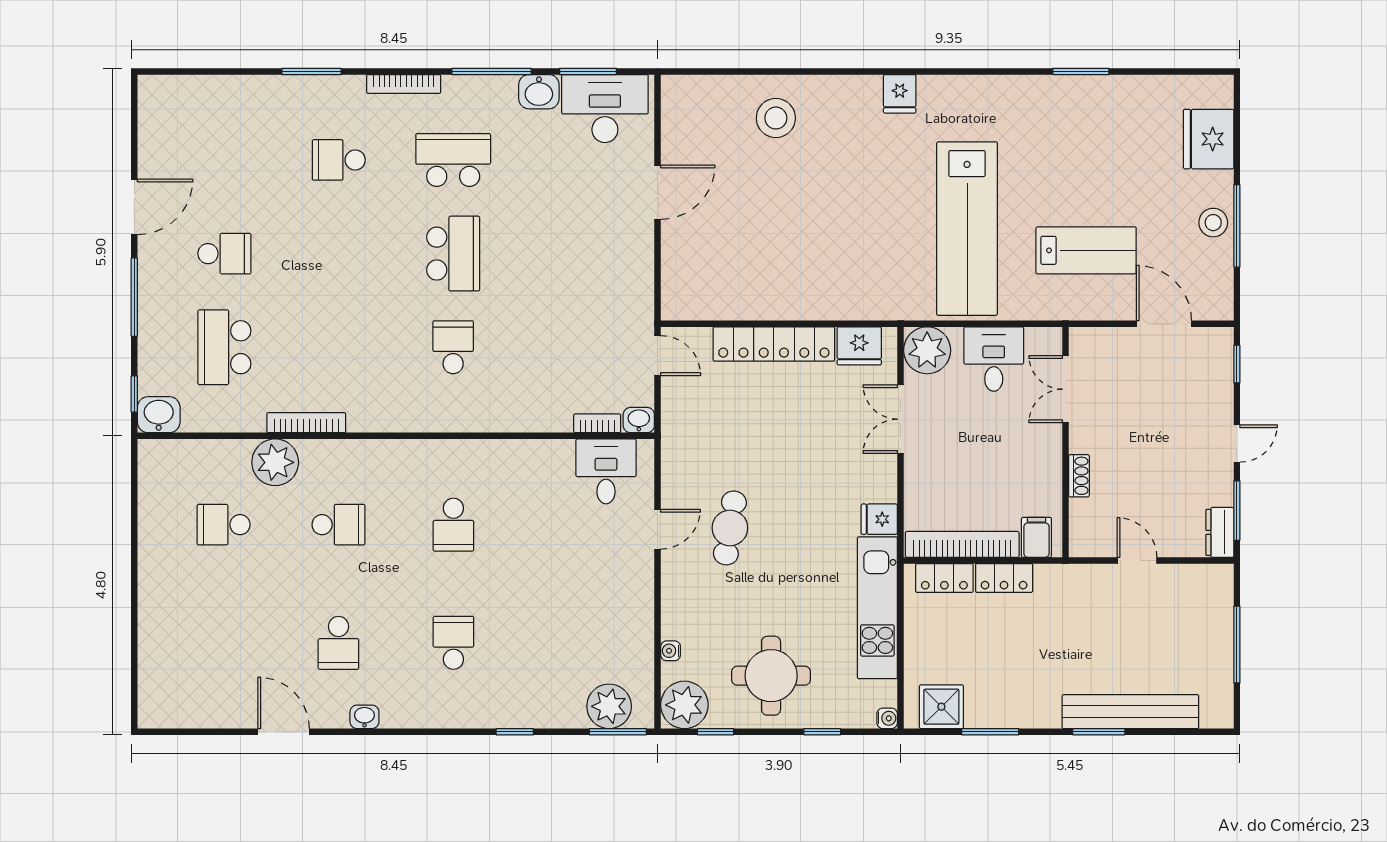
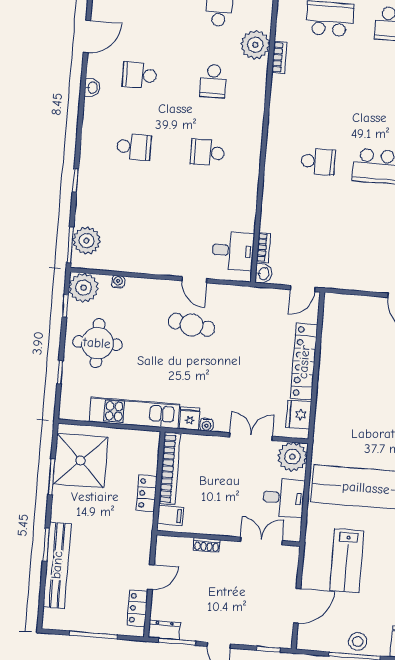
bookcase: (306, 423) -> (279, 57), width x0.64
locker: (944, 578) -> (137, 608), moved
shower: (941, 707) -> (80, 460), width x1.86, depth x1.86
water cooler: (887, 718) -> (207, 425), moved

